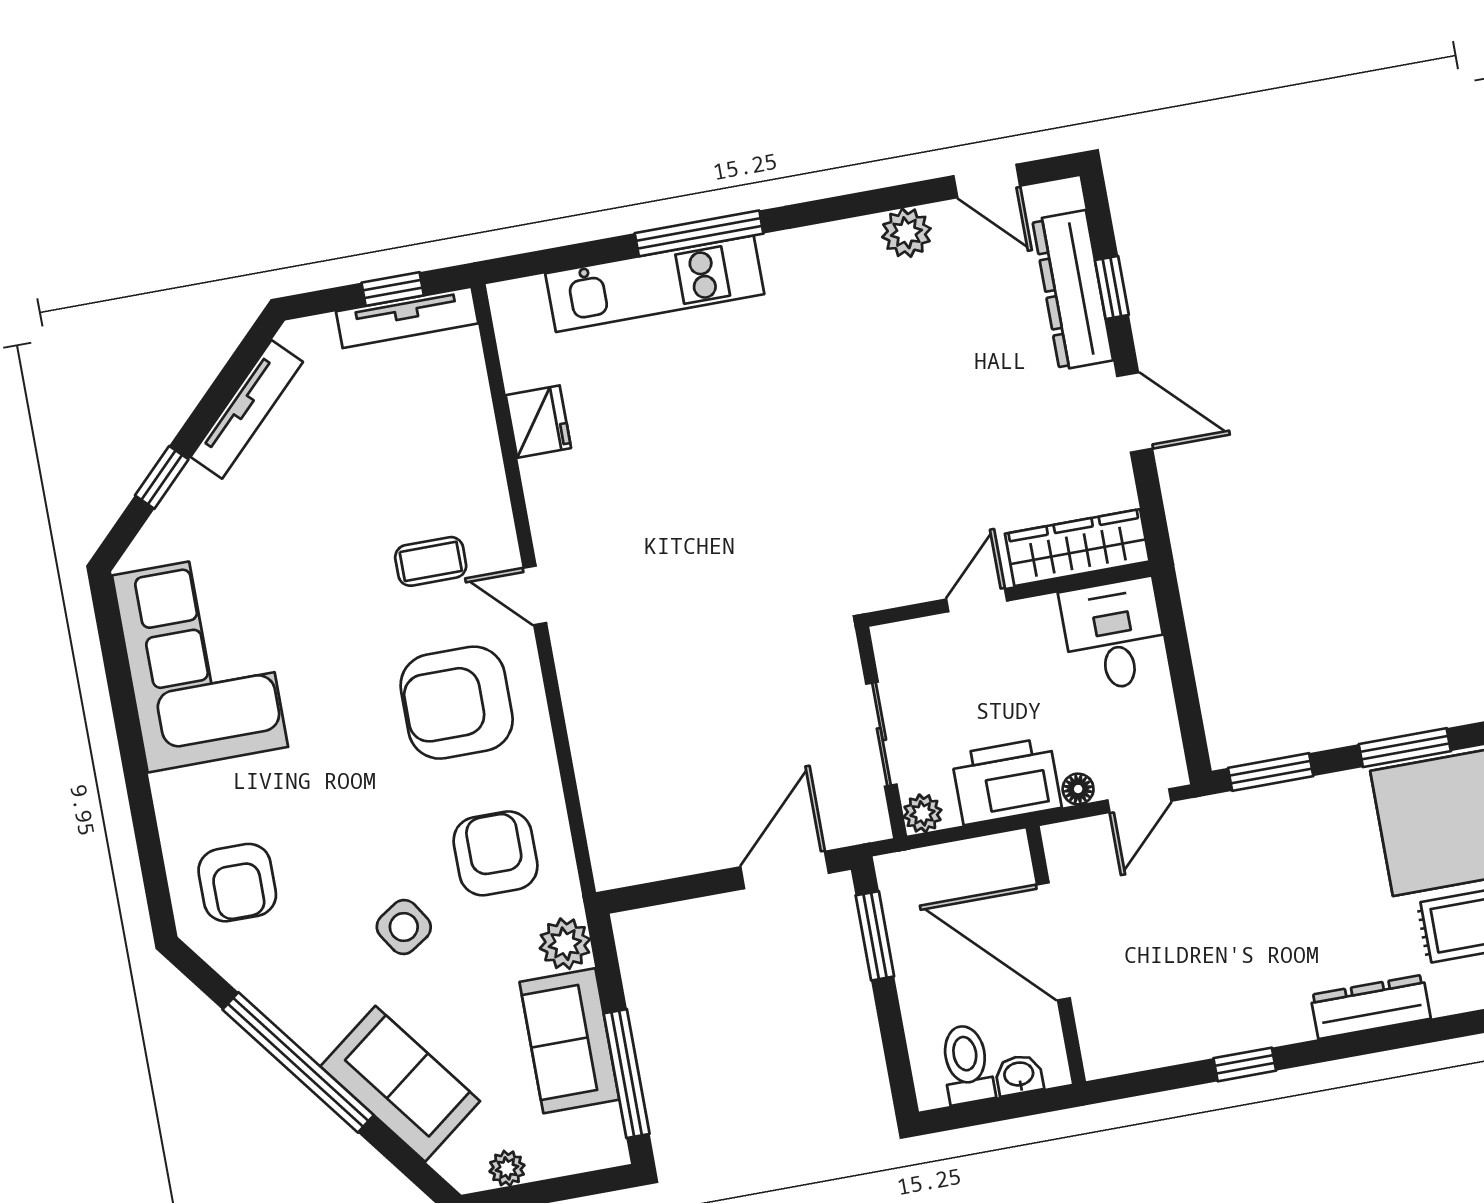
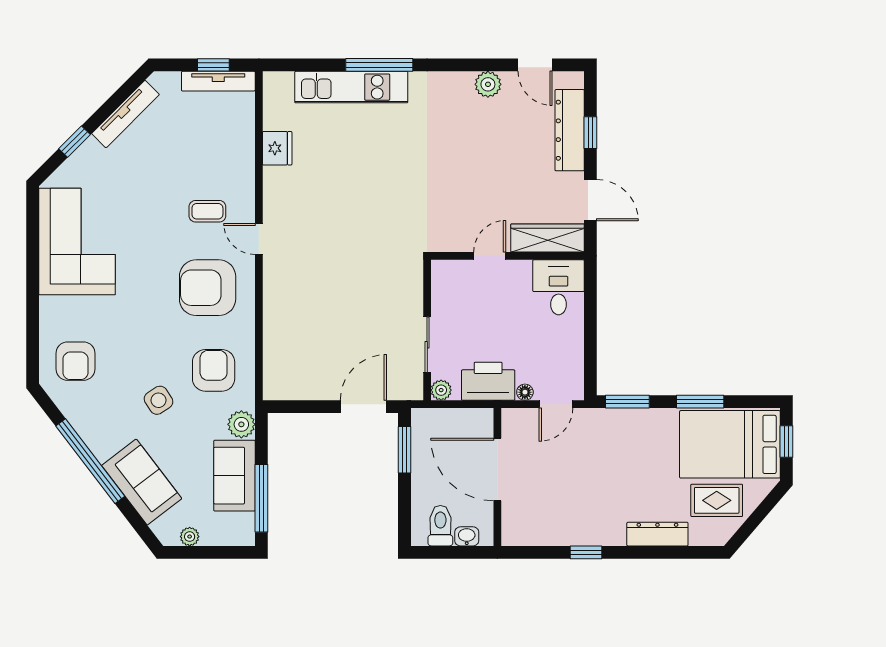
wardrobe: (1077, 548) -> (547, 238), moved
wall: (1009, 594) -> (508, 256), moved
door: (977, 600) -> (490, 256), moved
desk: (1114, 635) -> (559, 287), moved

